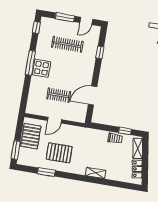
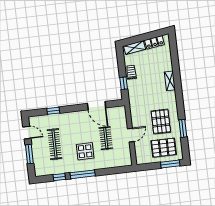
window: (36, 27) -> (59, 177), moved
display table: (41, 68) -> (85, 151), moved
door: (55, 120) -> (131, 135), hinge flipped
window: (125, 131) -> (124, 83), moved
pallet: (31, 136) -> (164, 148), moved

